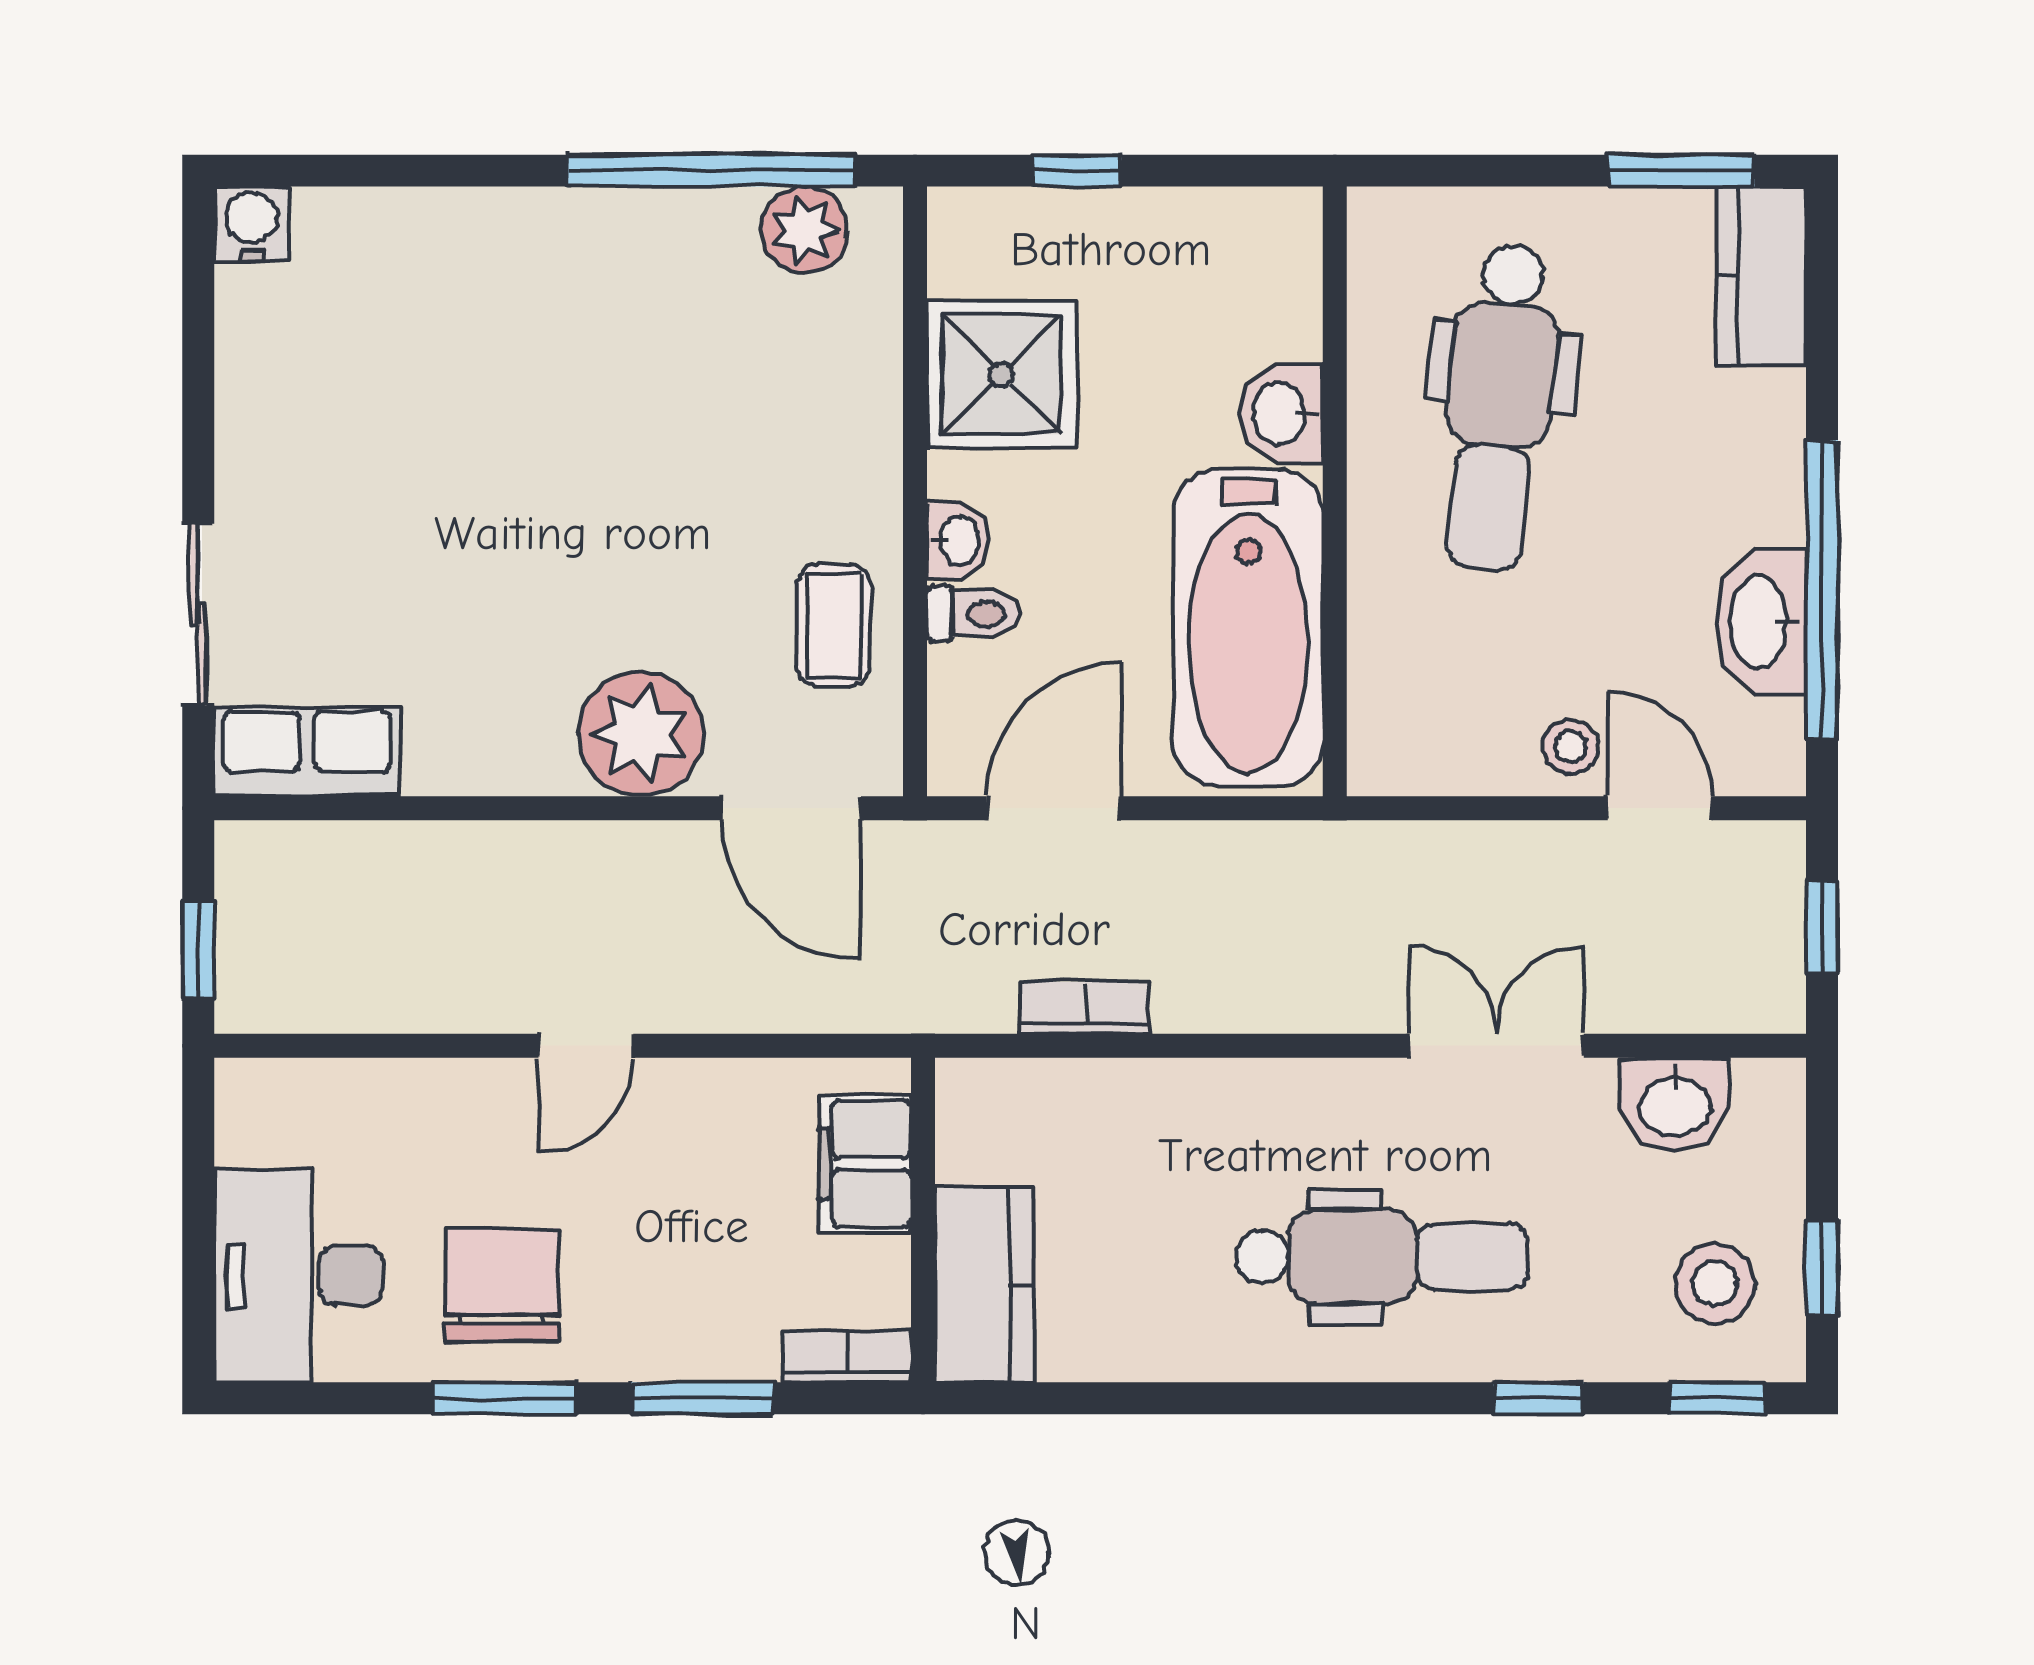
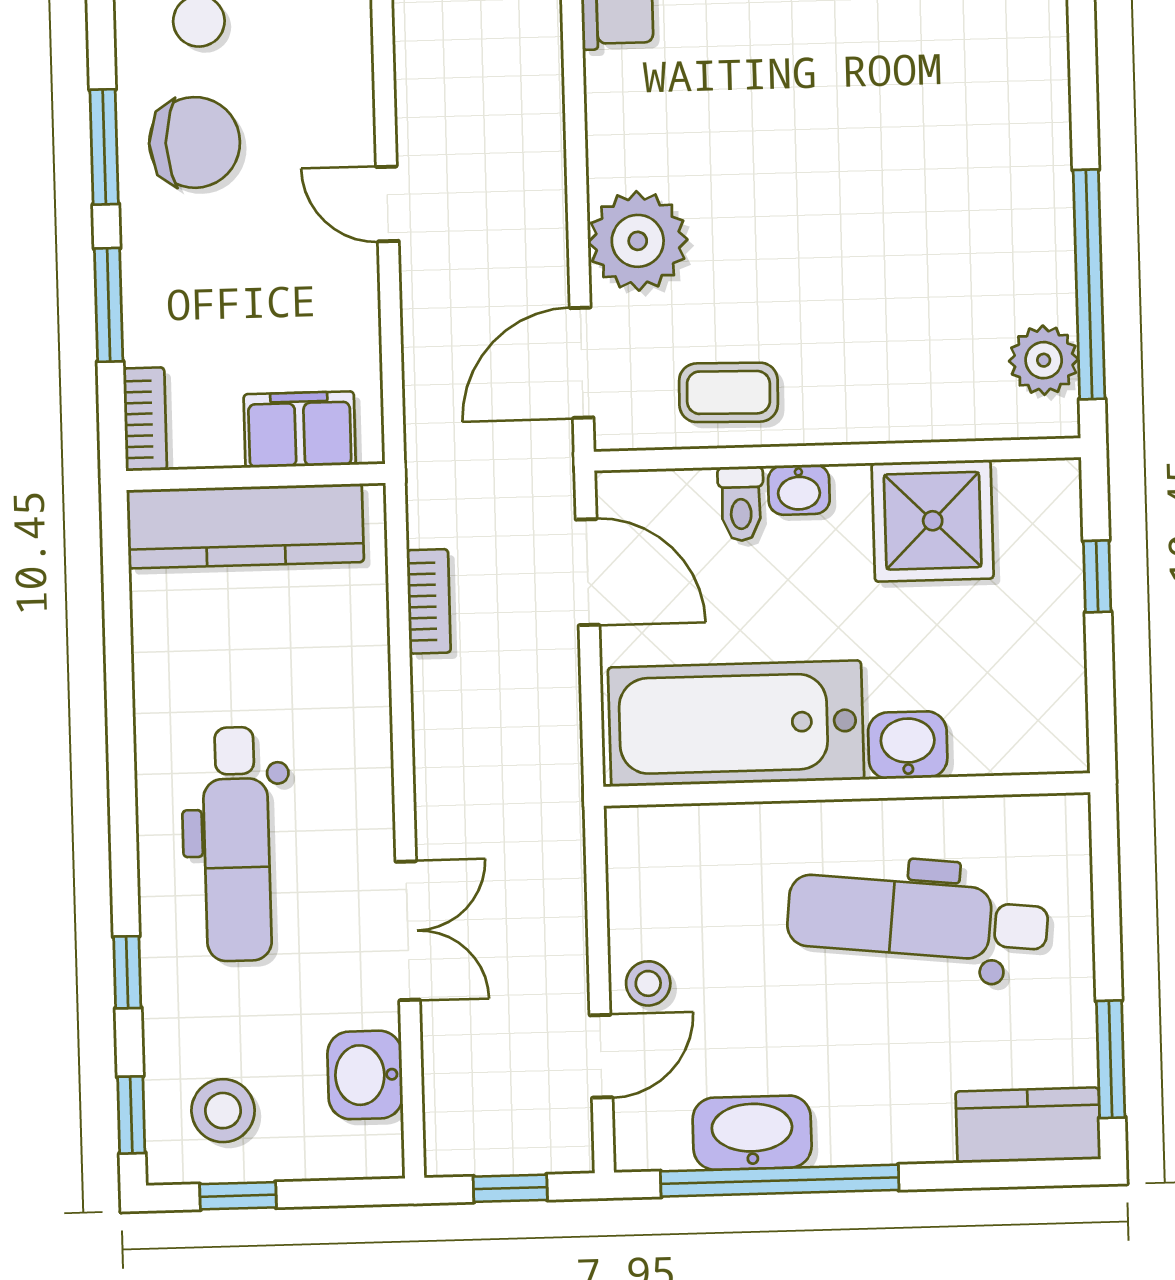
kitchen counter: (984, 1284) -> (245, 526), width x1.50

